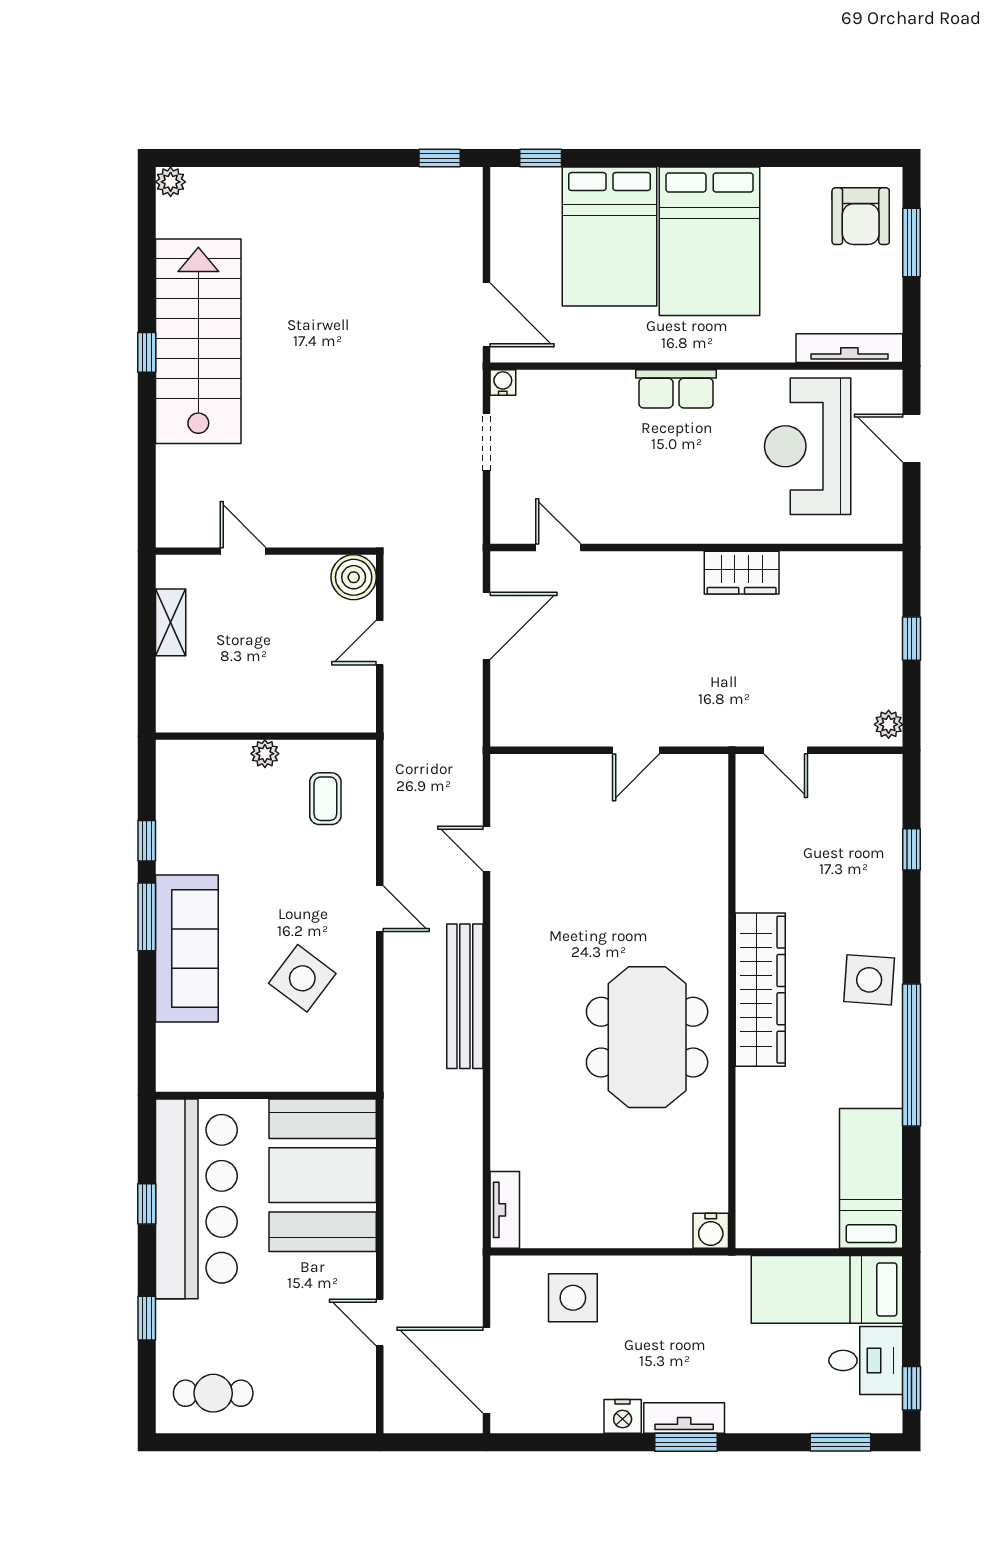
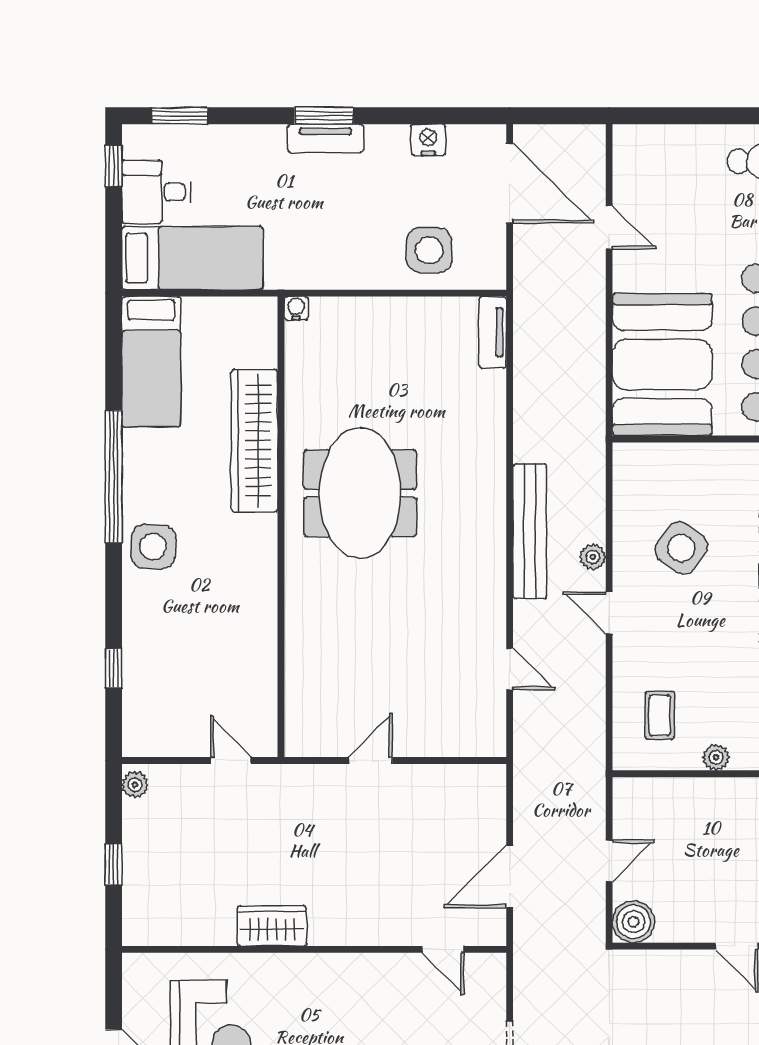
plant: (397, 969) -> (593, 557), added
wardrobe: (760, 990) -> (255, 441), moved
water cooler: (711, 1231) -> (296, 308), width x0.72, depth x0.72
nightstand: (623, 1416) -> (428, 140), moved

